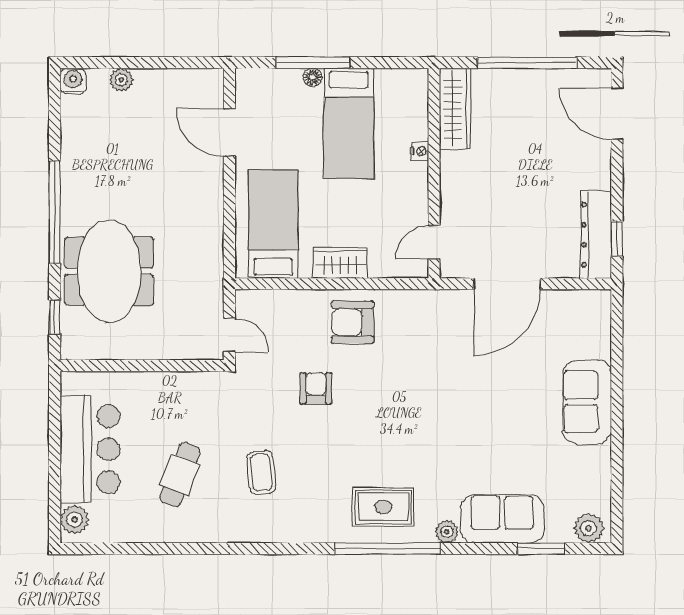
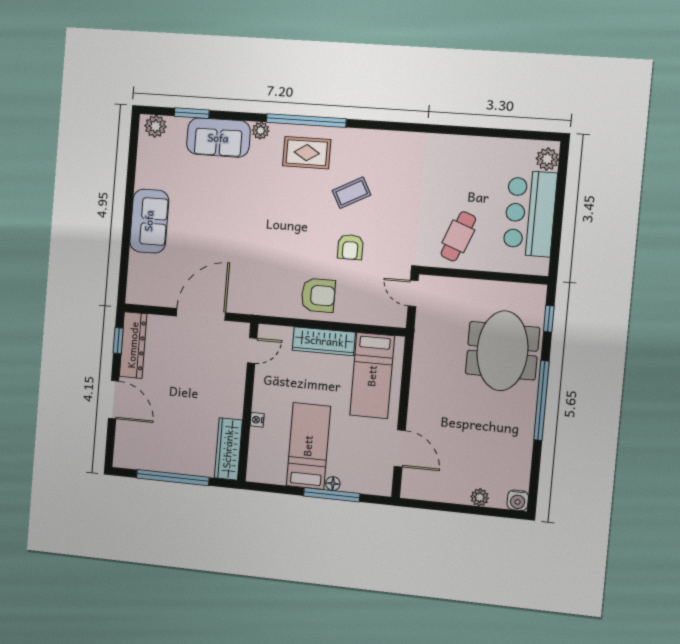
door: (617, 114) -> (114, 400), moved
wardrobe: (340, 263) -> (324, 341), width x1.50
coffee table: (261, 472) -> (352, 193), moved, turned 67
cafe table: (180, 475) -> (458, 236), moved

